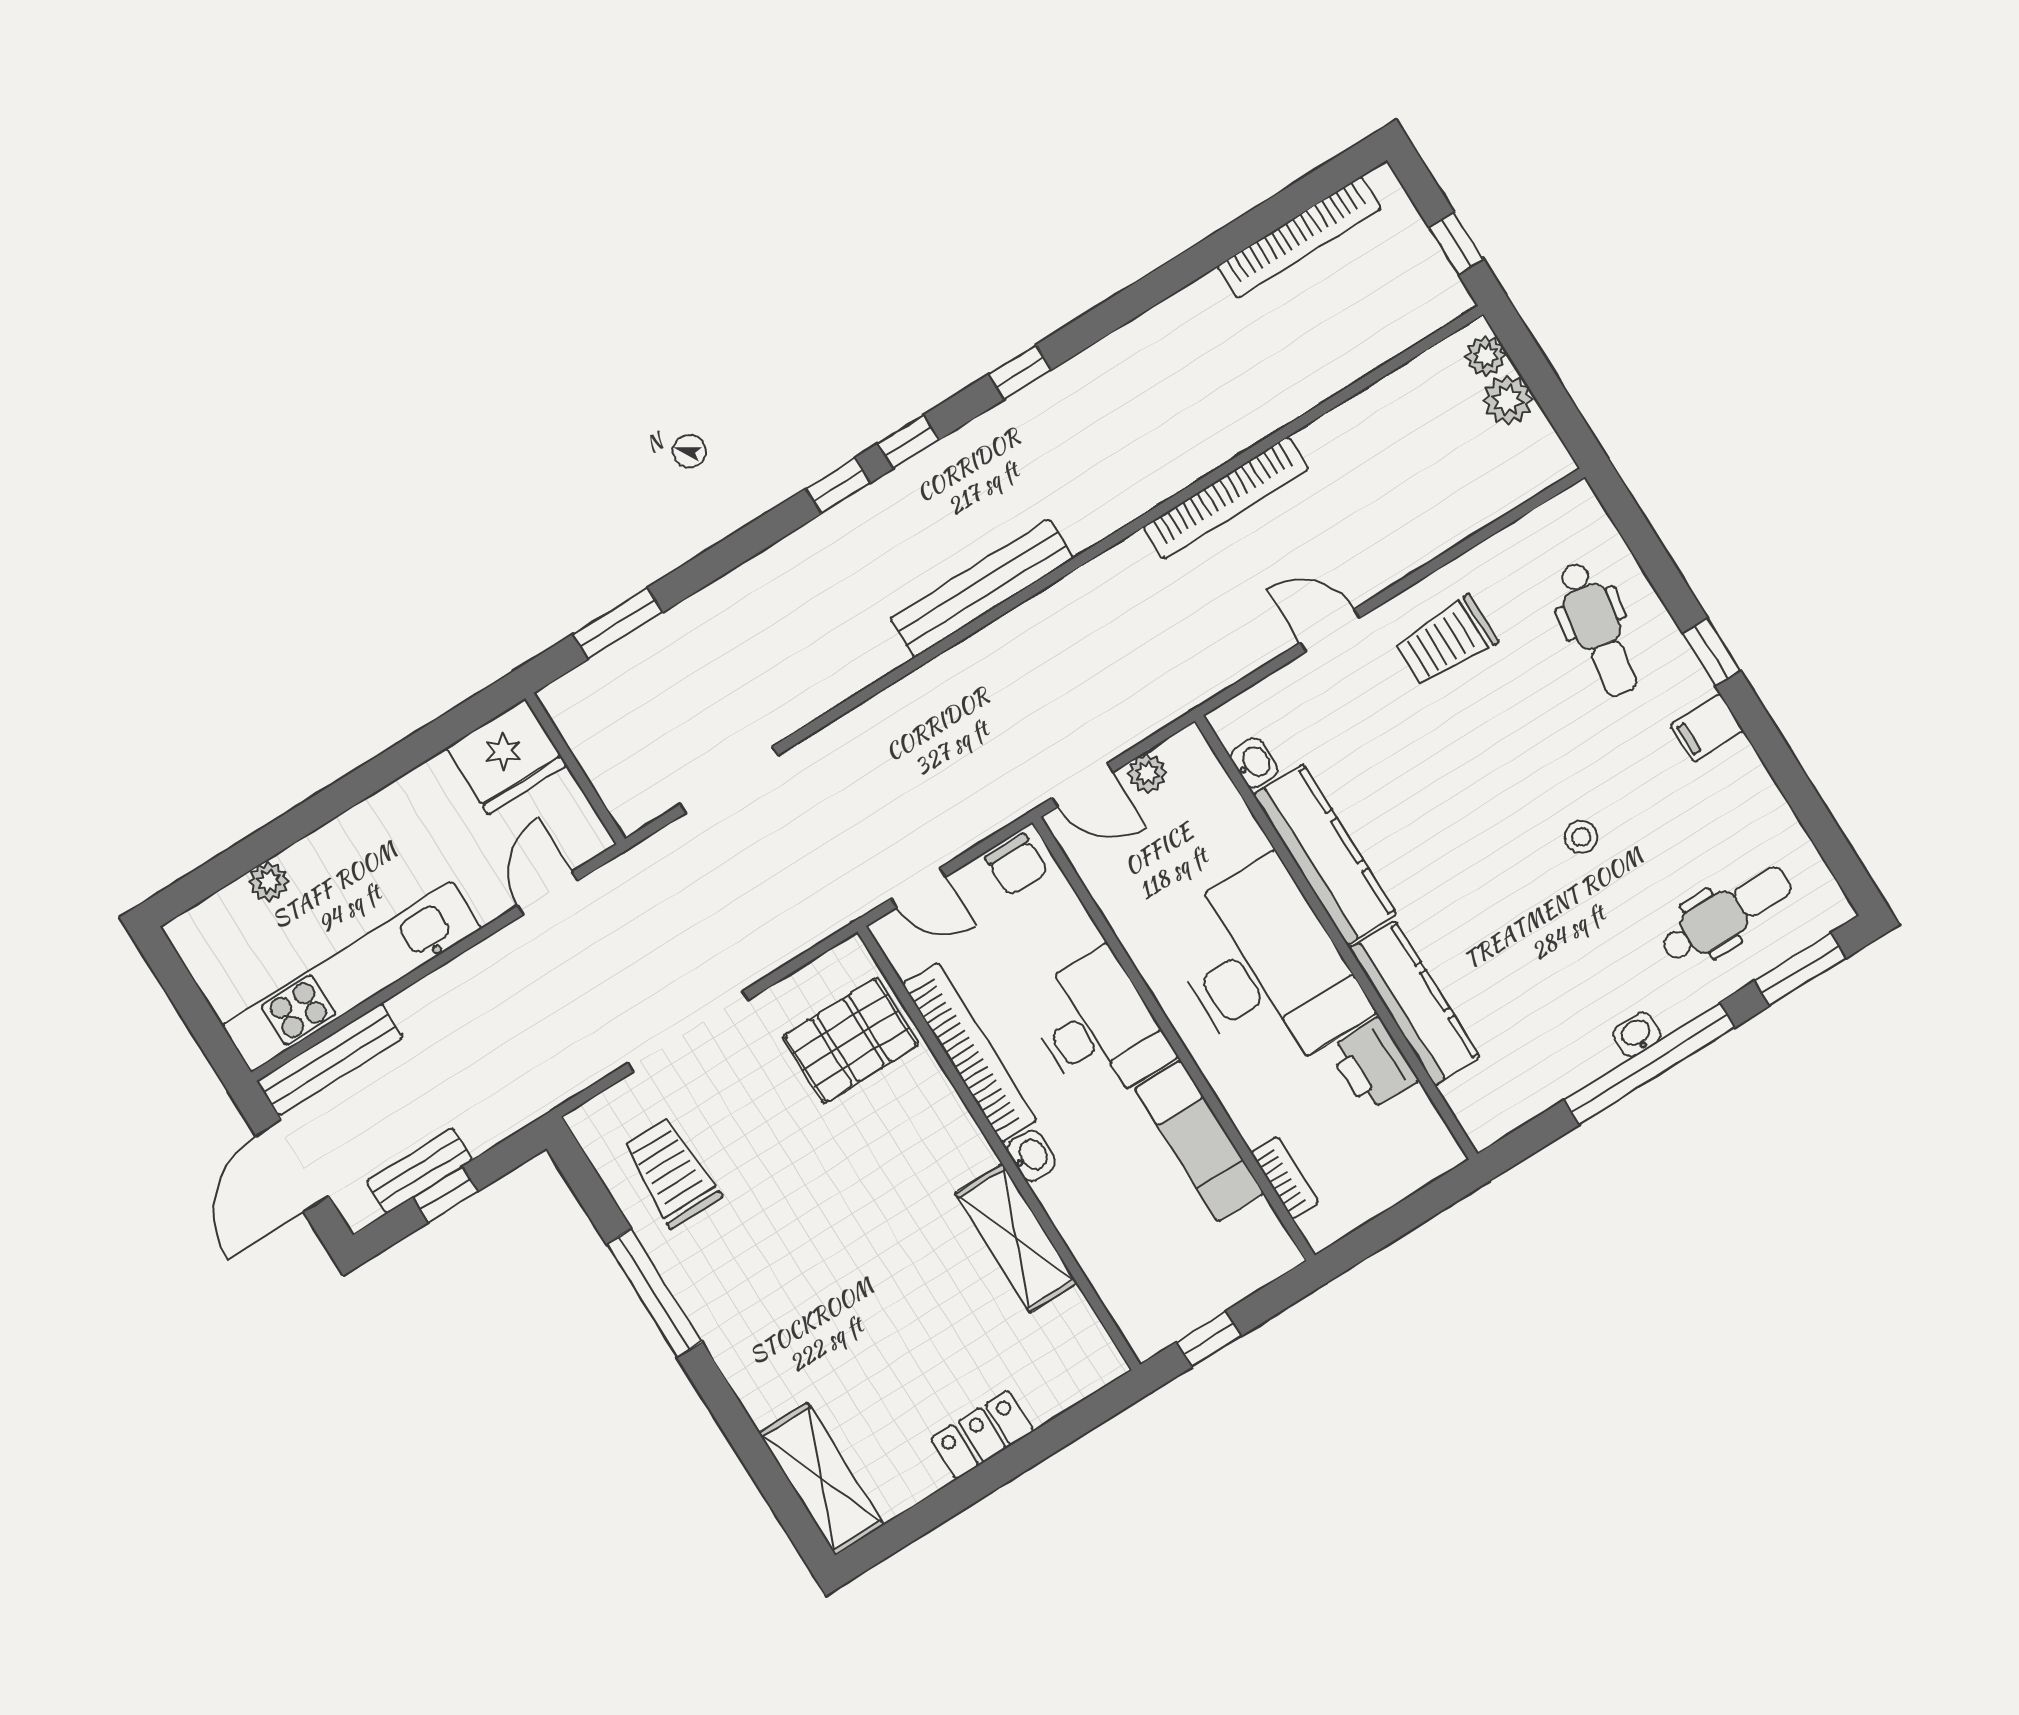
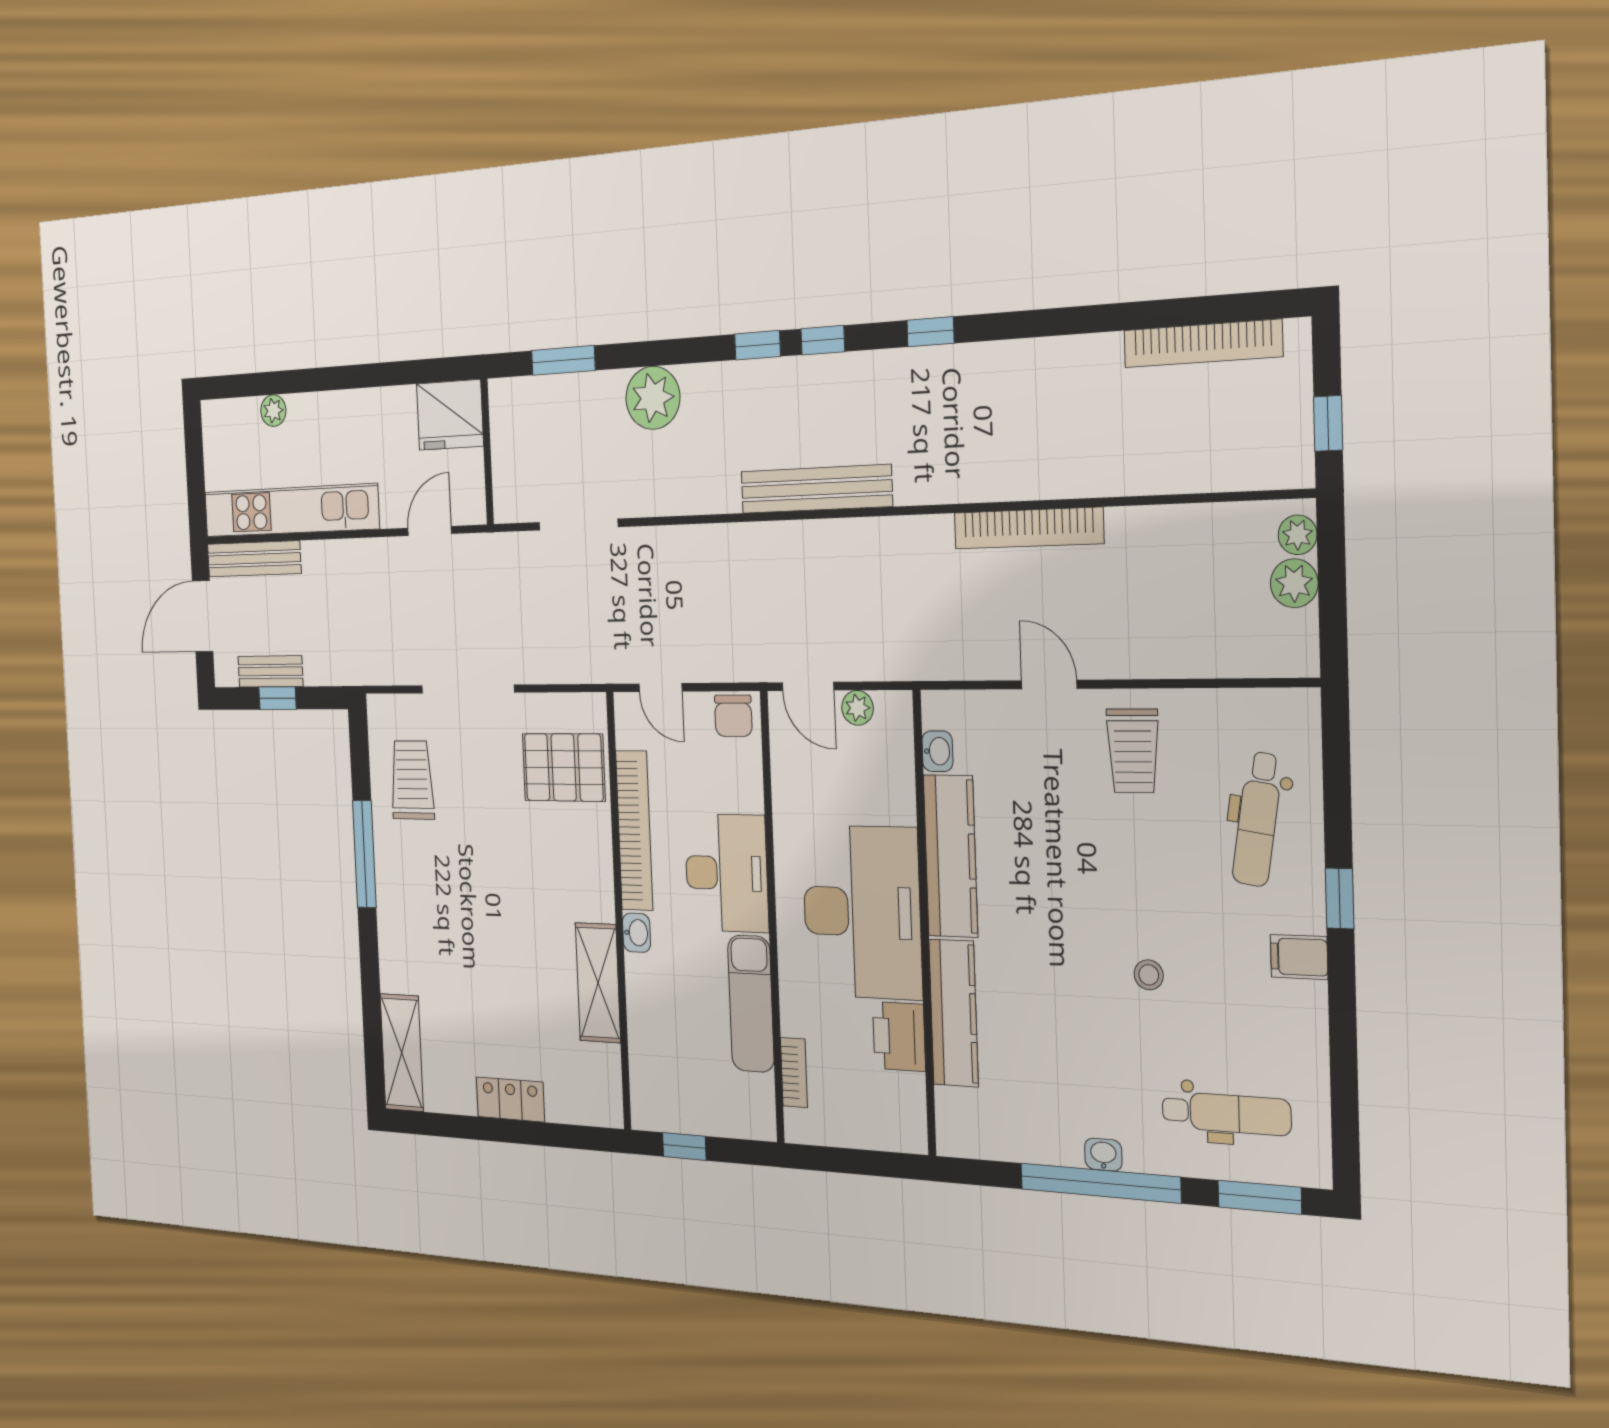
plant: (746, 602) -> (653, 398), added
trolley: (1446, 641) -> (1133, 751), turned -90

